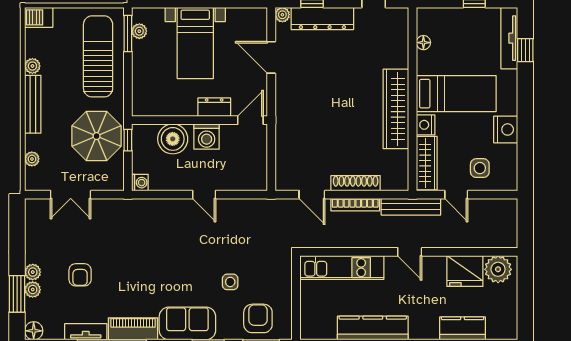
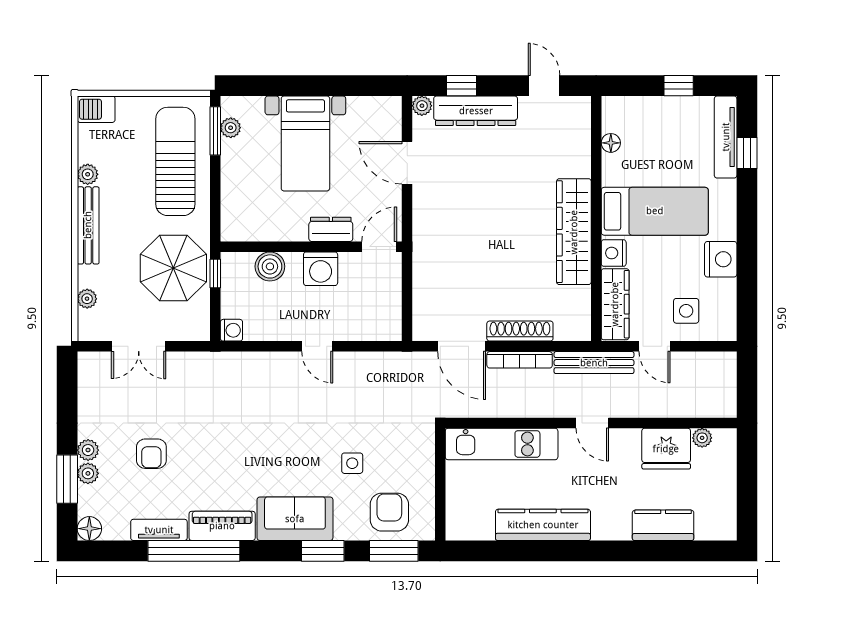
boiler: (173, 139) -> (270, 266), width x0.73, depth x0.73
door: (312, 195) -> (462, 346), width x1.38
plant: (498, 269) -> (702, 438), width x0.53, depth x0.53

